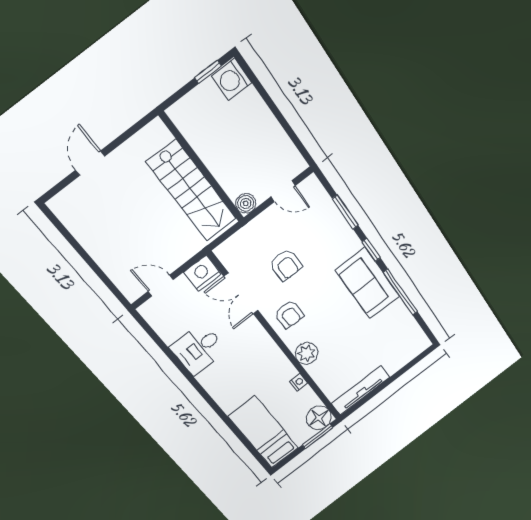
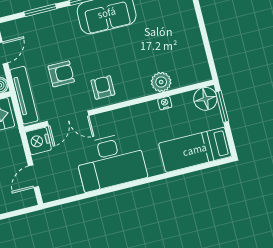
armchair: (289, 314) -> (103, 87), turned -90
desk: (198, 349) -> (111, 162), width x1.87, depth x1.30
plant: (307, 353) -> (161, 82), moved
tv unit: (361, 390) -> (24, 95), moved, turned 180

